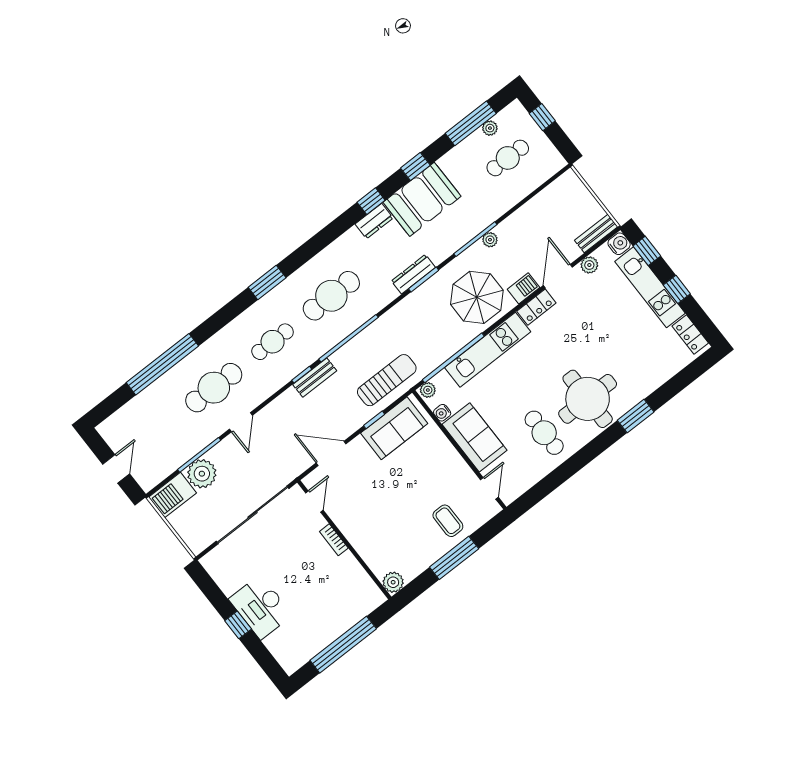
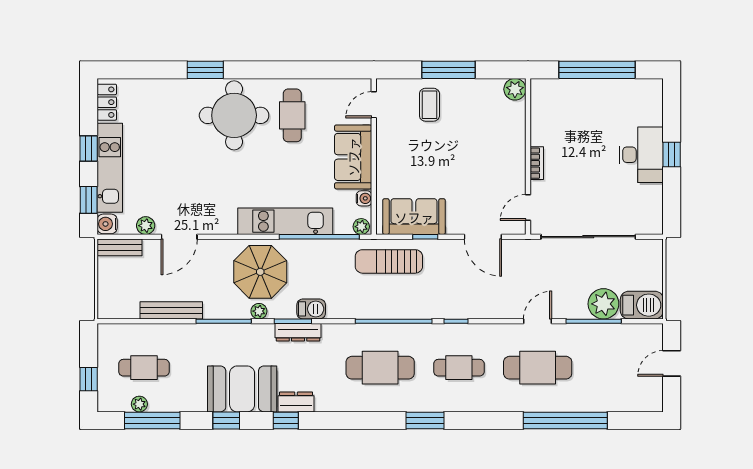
plant: (490, 240) -> (259, 311), moved
barbecue: (523, 288) -> (311, 309), moved, turned 180
locker: (536, 307) -> (217, 225), removed
bench: (315, 378) -> (171, 310), moved, width x1.36

